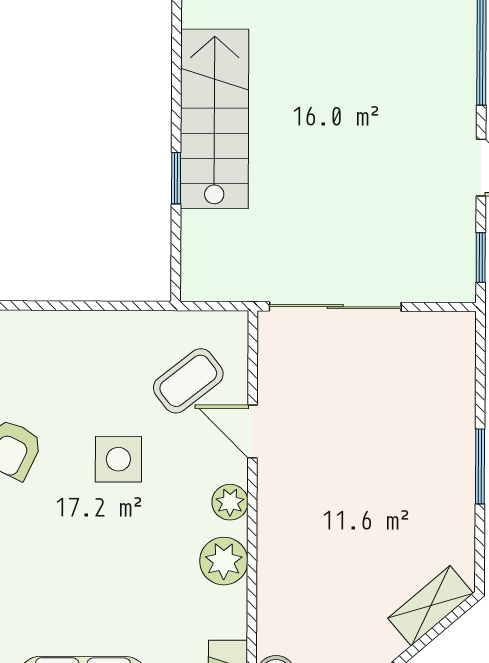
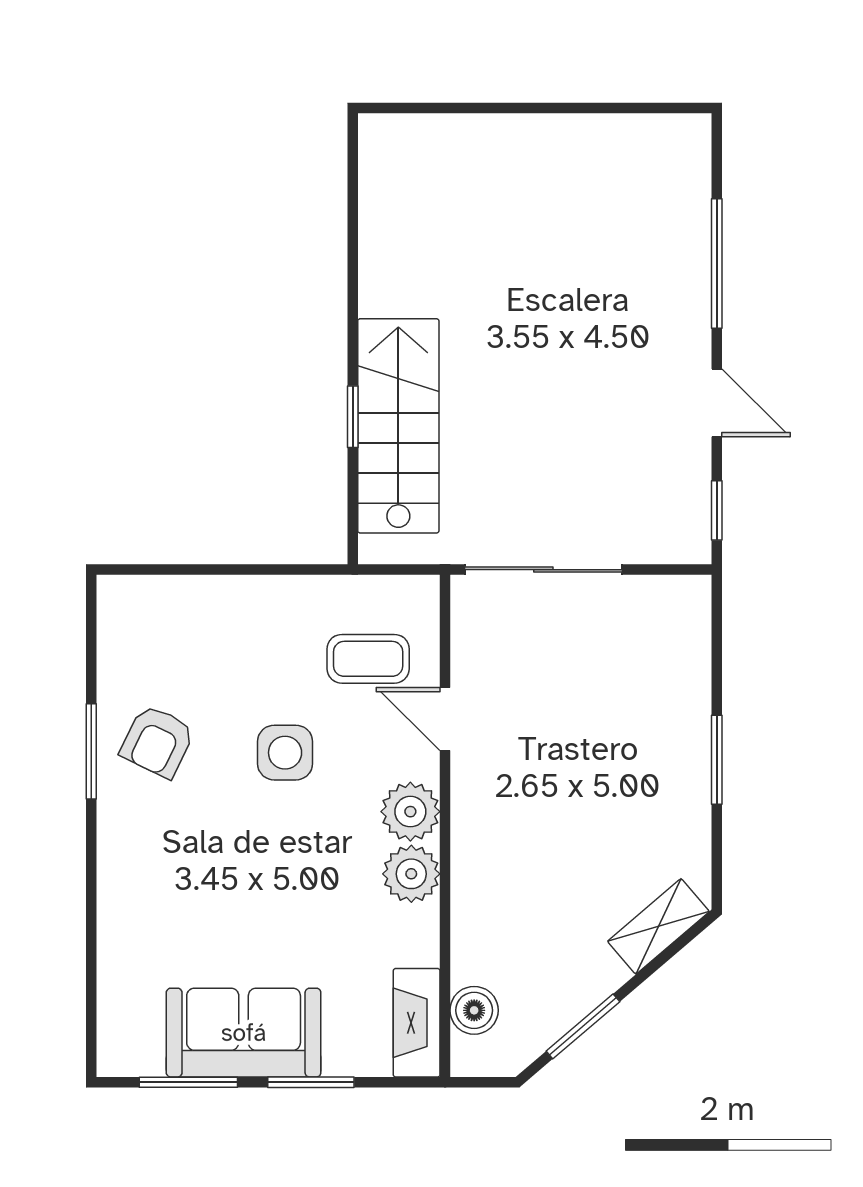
stairs: (214, 119) -> (398, 426), moved
coffee table: (188, 381) -> (368, 659), turned 38
plant: (230, 502) -> (410, 812), width x1.38, depth x1.38

